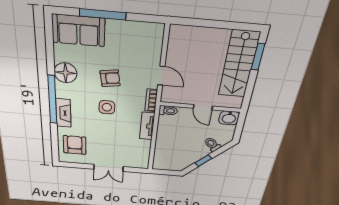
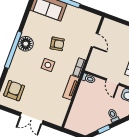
floor lamp: (65, 73) -> (26, 44), moved
door: (161, 76) -> (94, 40), moved
fireplace: (63, 113) -> (16, 62), removed

